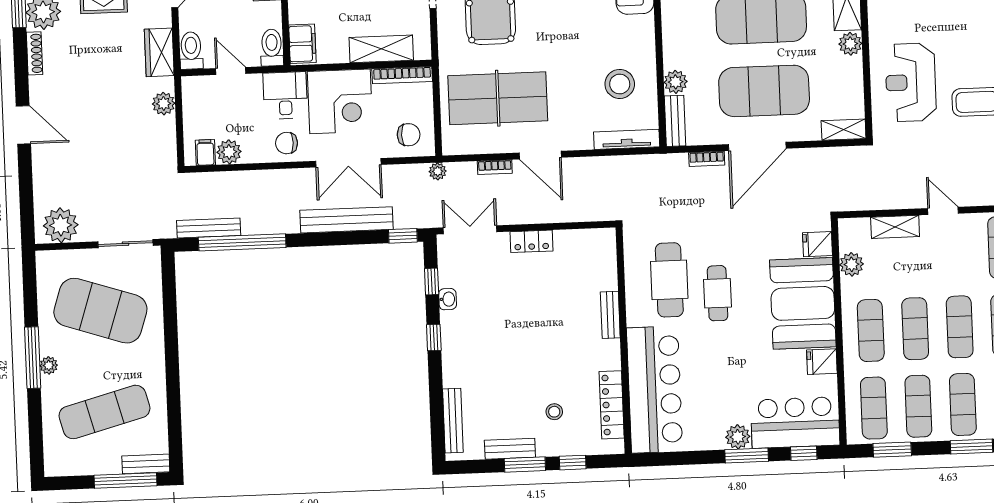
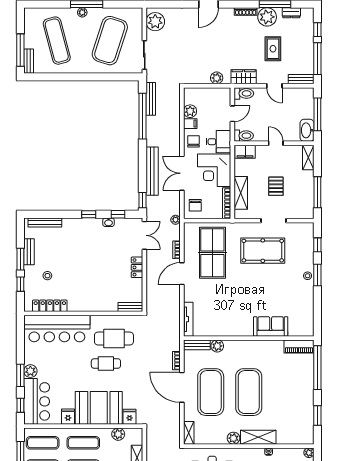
stool: (620, 84) -> (217, 317), removed
filing cabinet: (205, 152) -> (190, 124), moved
bench: (610, 315) -> (130, 307), moved

